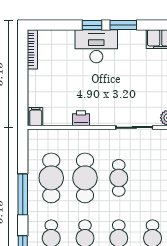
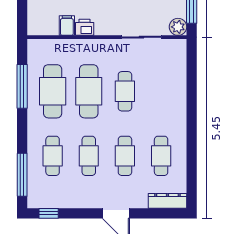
filing cabinet: (36, 117) -> (67, 26), moved
window: (23, 194) -> (22, 86), moved

